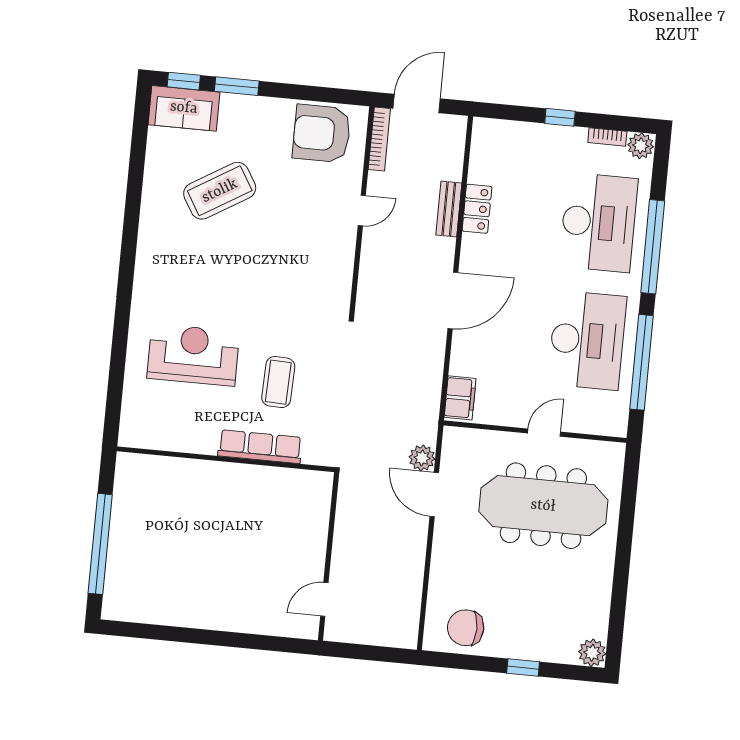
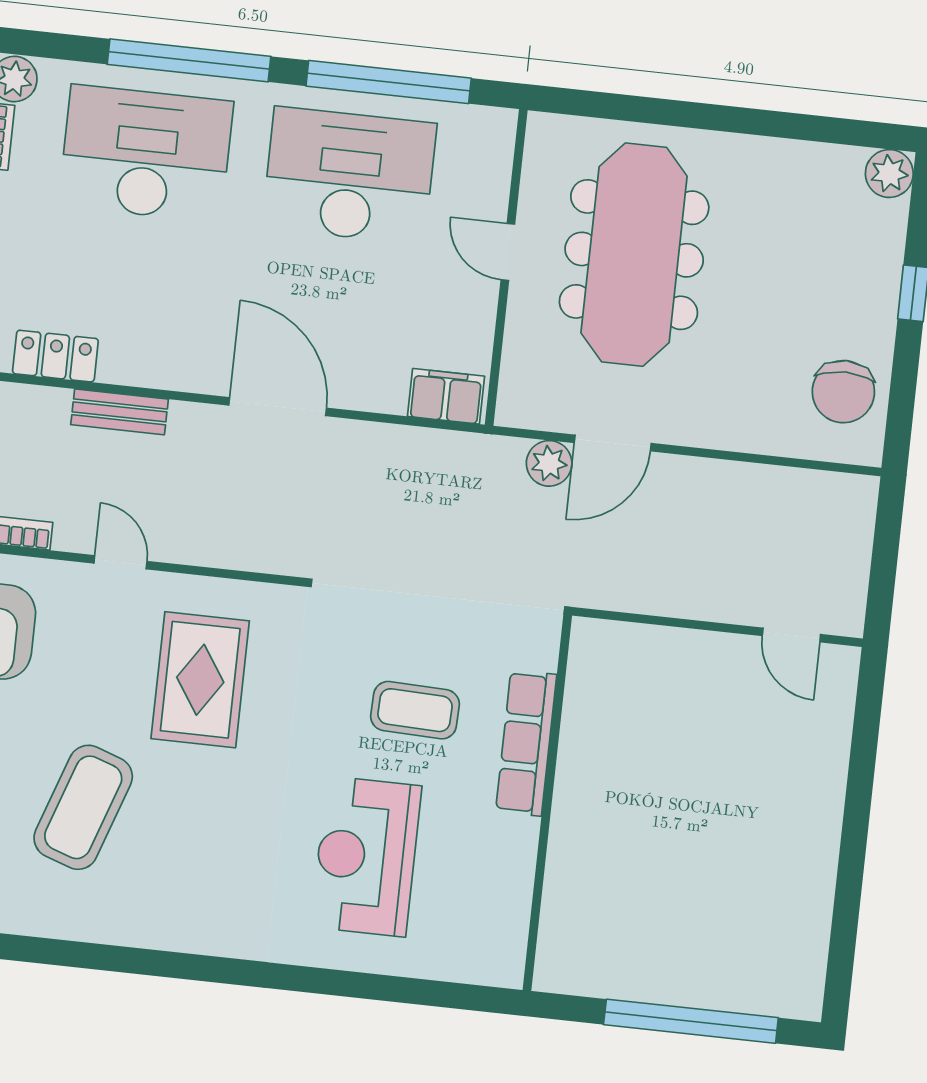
coffee table: (220, 191) -> (83, 807), turned 50
locker: (477, 209) -> (55, 356), moved
rug: (294, 258) -> (200, 680), added

